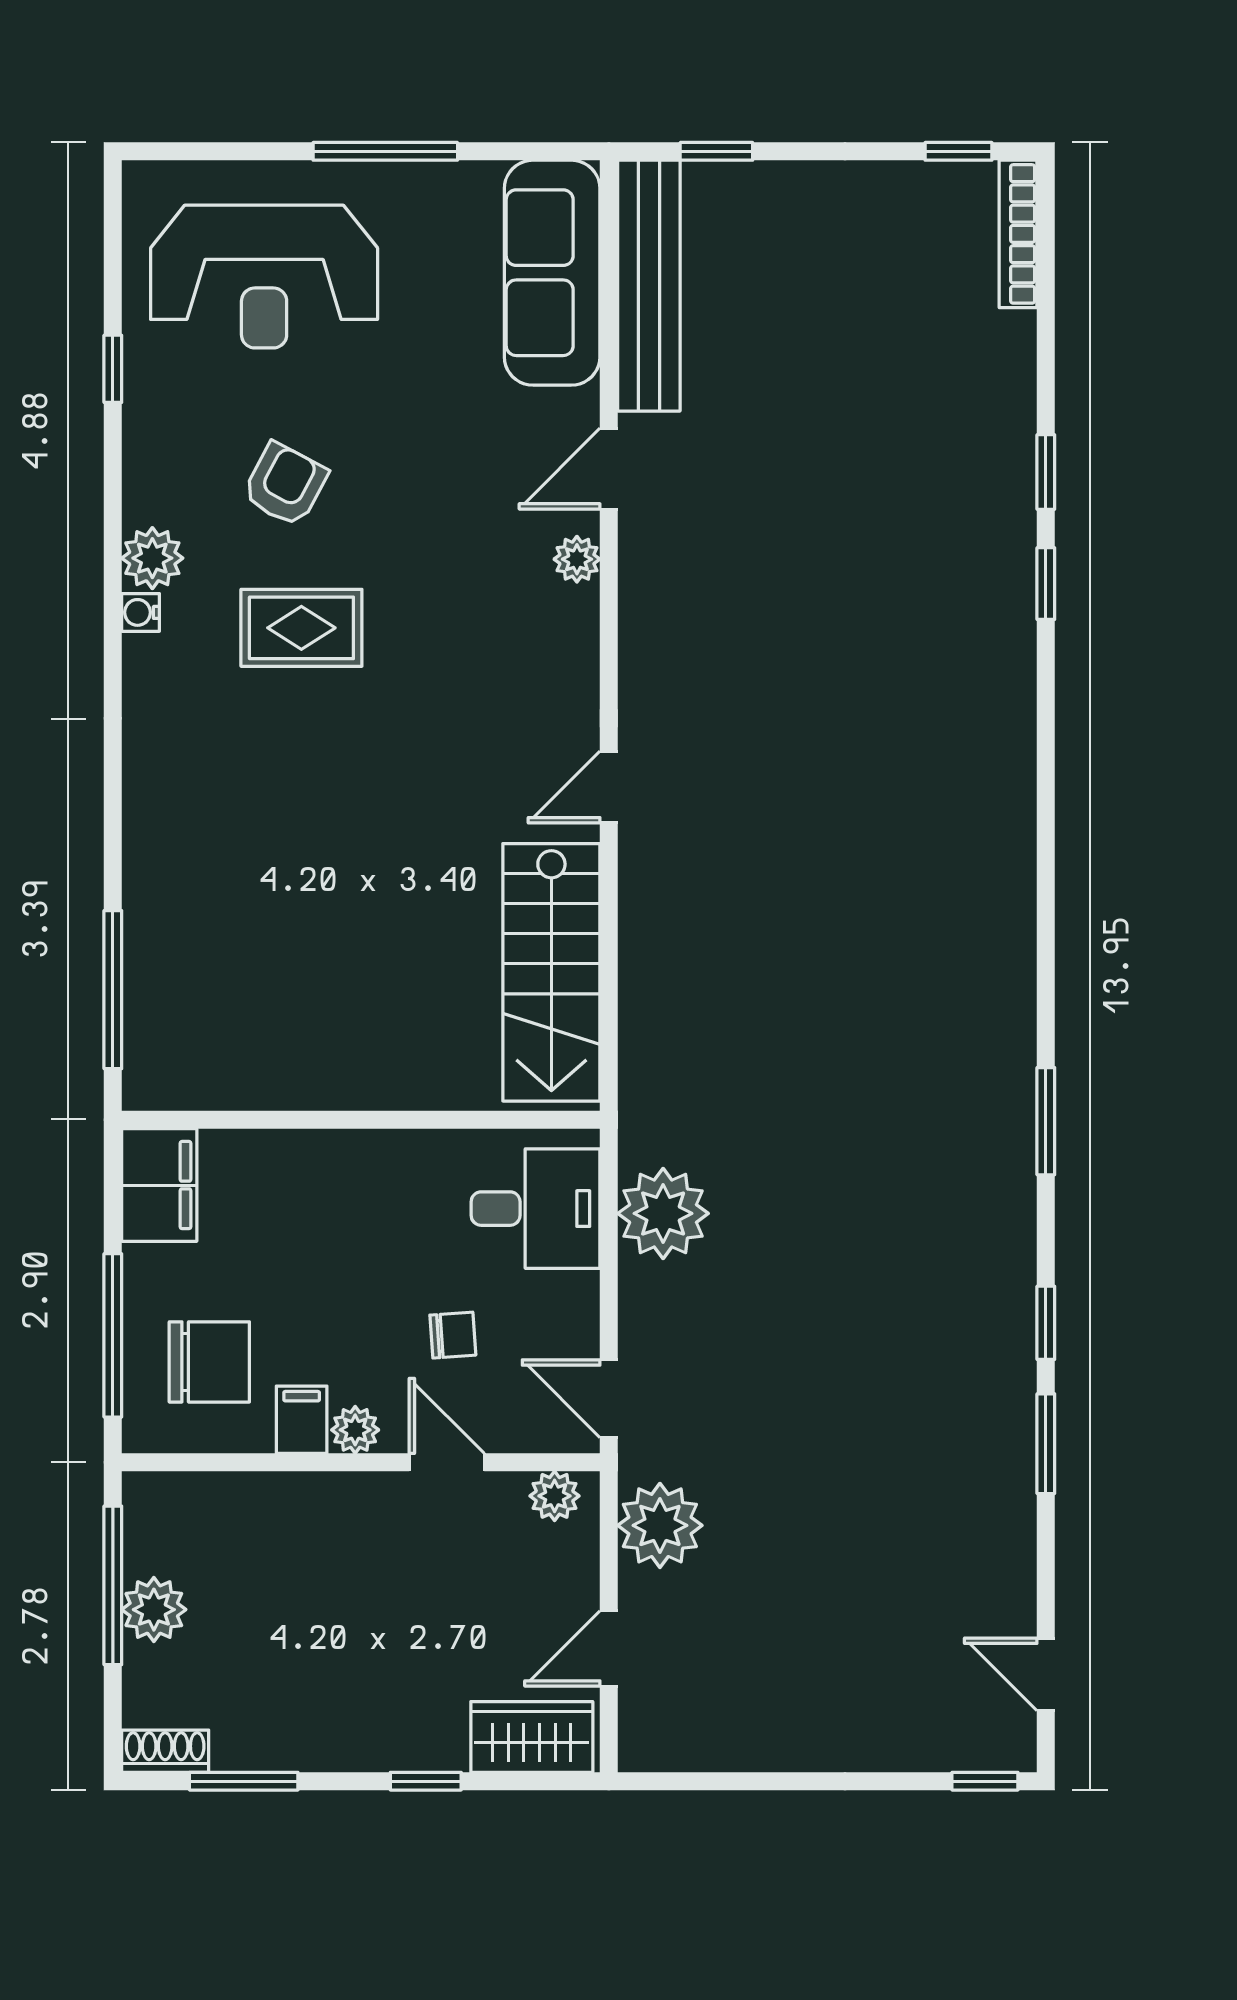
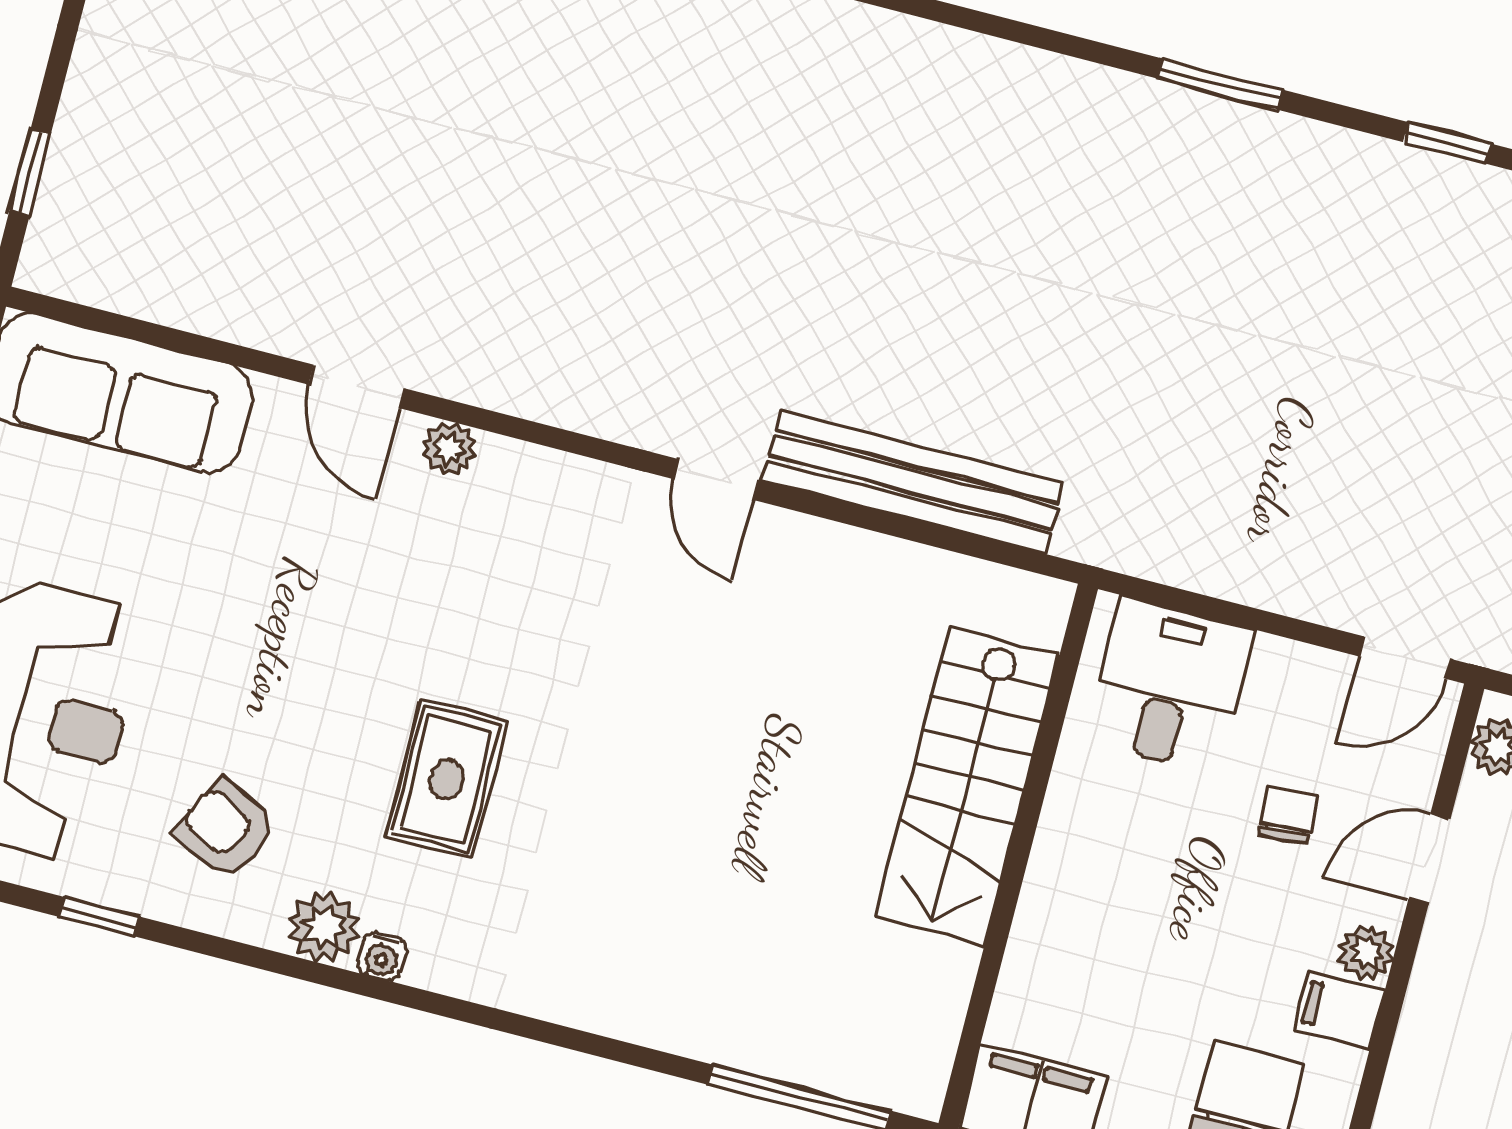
bench: (649, 286) -> (913, 482), moved
armchair: (285, 485) -> (225, 830), moved
stairs: (551, 972) -> (967, 786), moved, turned 90
plant: (663, 1213) -> (1212, 543), removed

